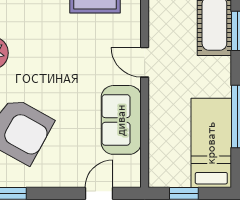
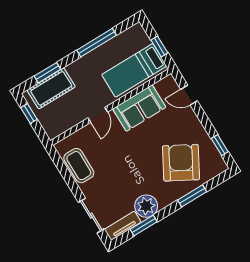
bed: (211, 143) -> (134, 70), moved

